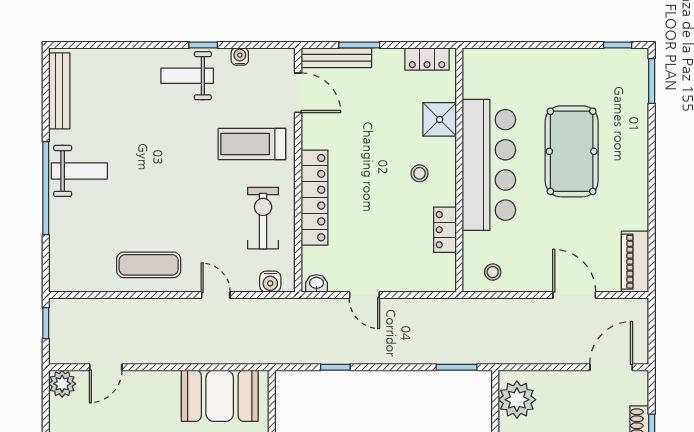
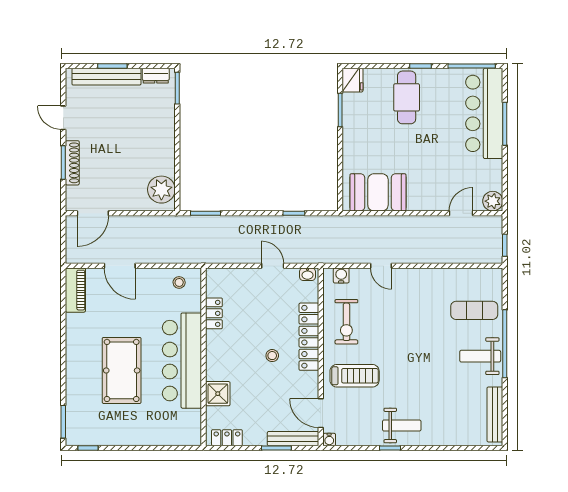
water cooler: (240, 56) -> (329, 440), moved
stool: (420, 173) -> (272, 356), moved
exercise mat: (149, 265) -> (474, 310), moved

